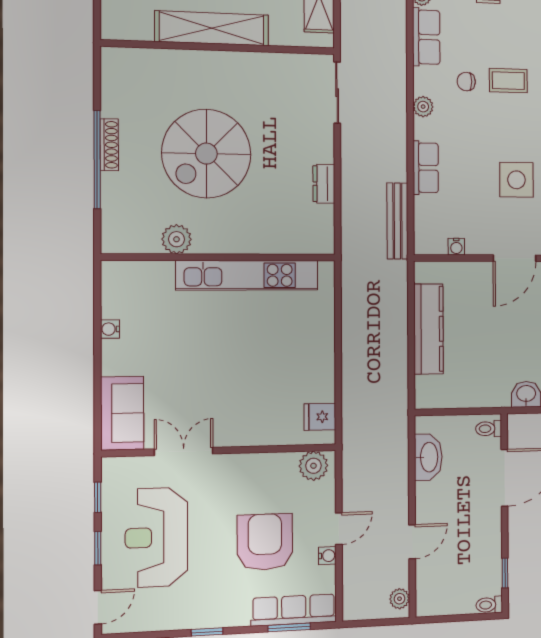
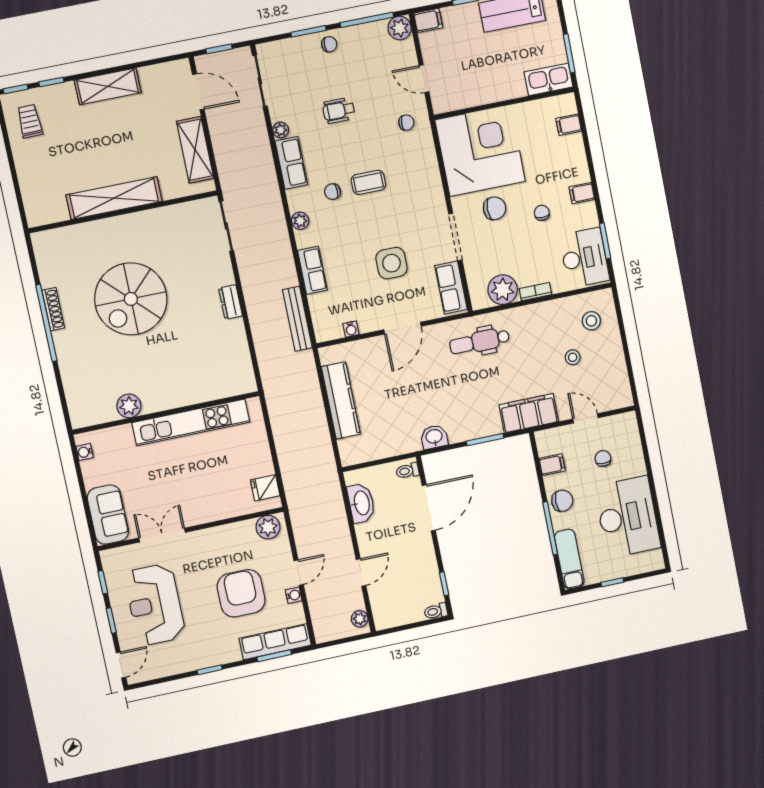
plant: (177, 239) -> (129, 406), moved
wall: (220, 257) -> (166, 413), moved
kitchen unit: (247, 275) -> (191, 422), moved

